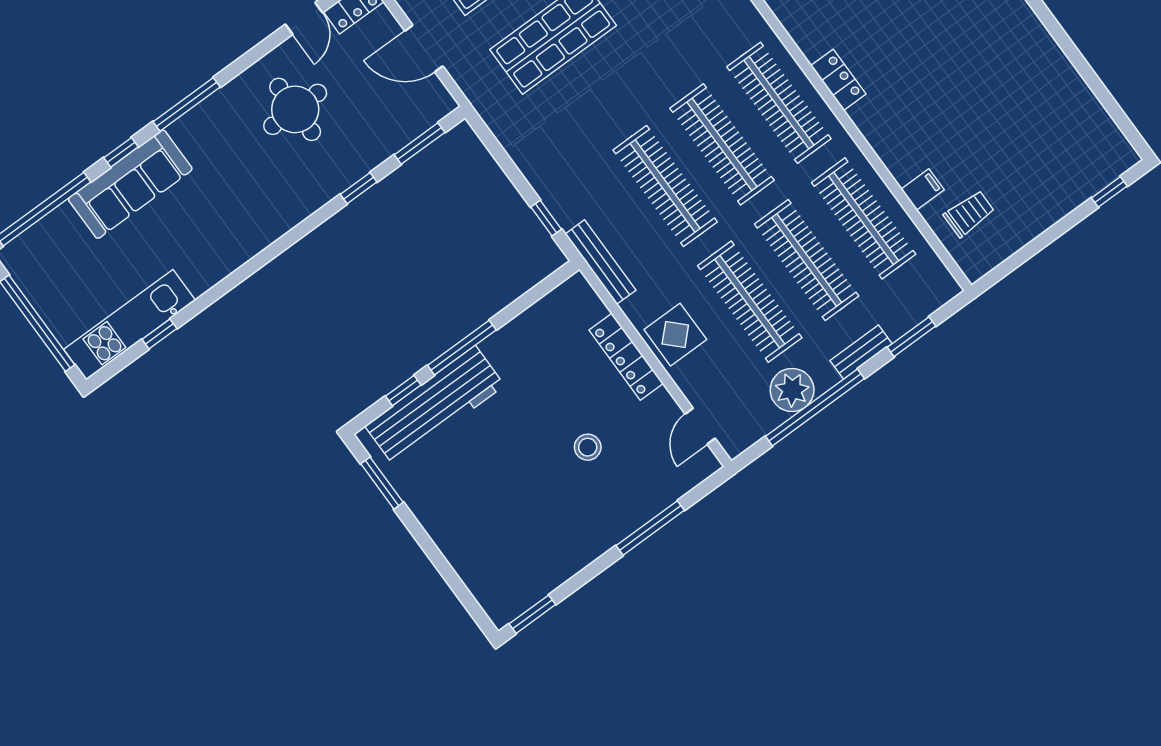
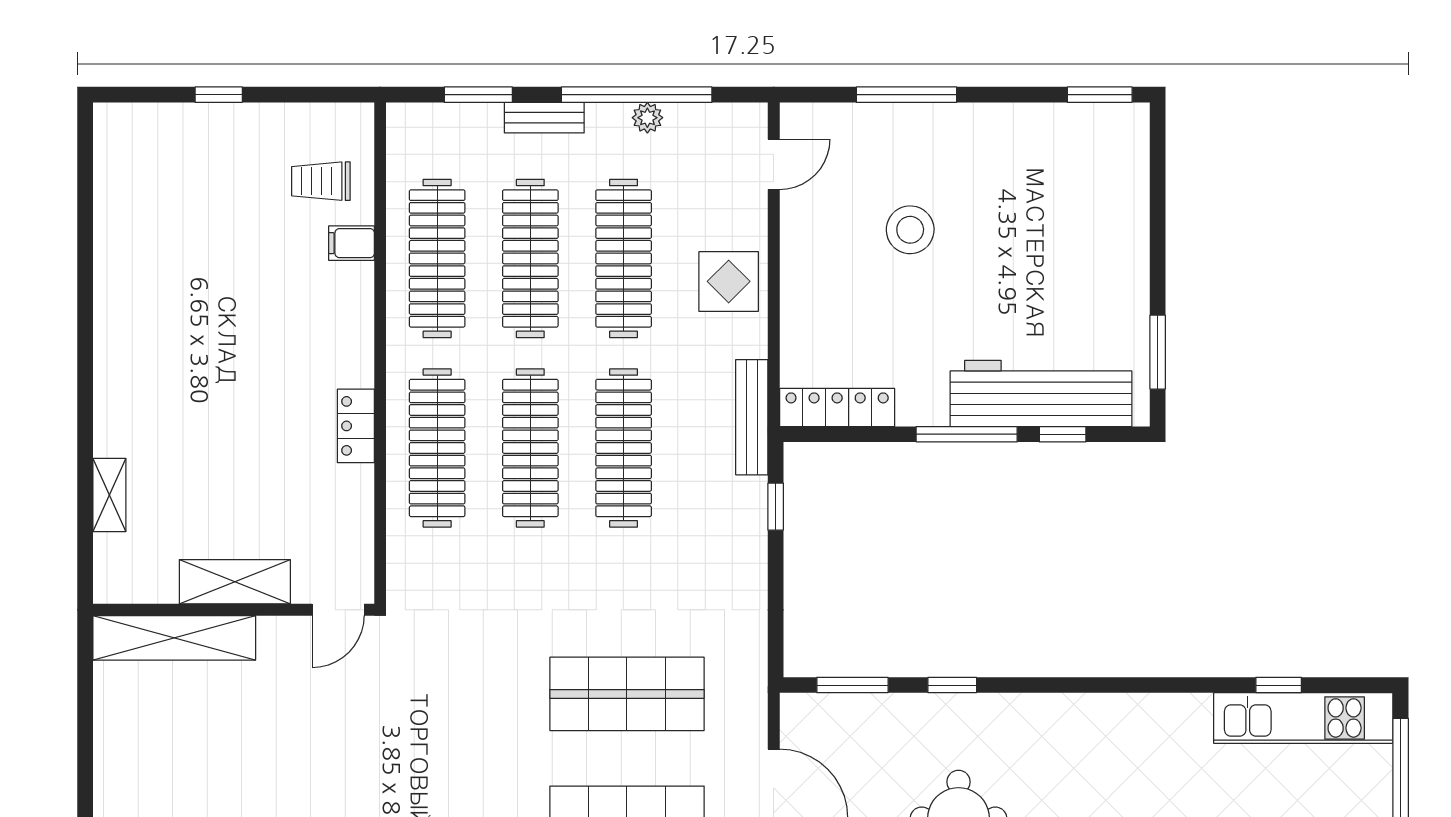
window: (1109, 192) -> (219, 95), moved
locker: (626, 357) -> (837, 407), moved, turned -90
plant: (792, 390) -> (647, 118), width x0.53, depth x0.53
stool: (588, 447) -> (910, 230), width x1.38, depth x1.38

